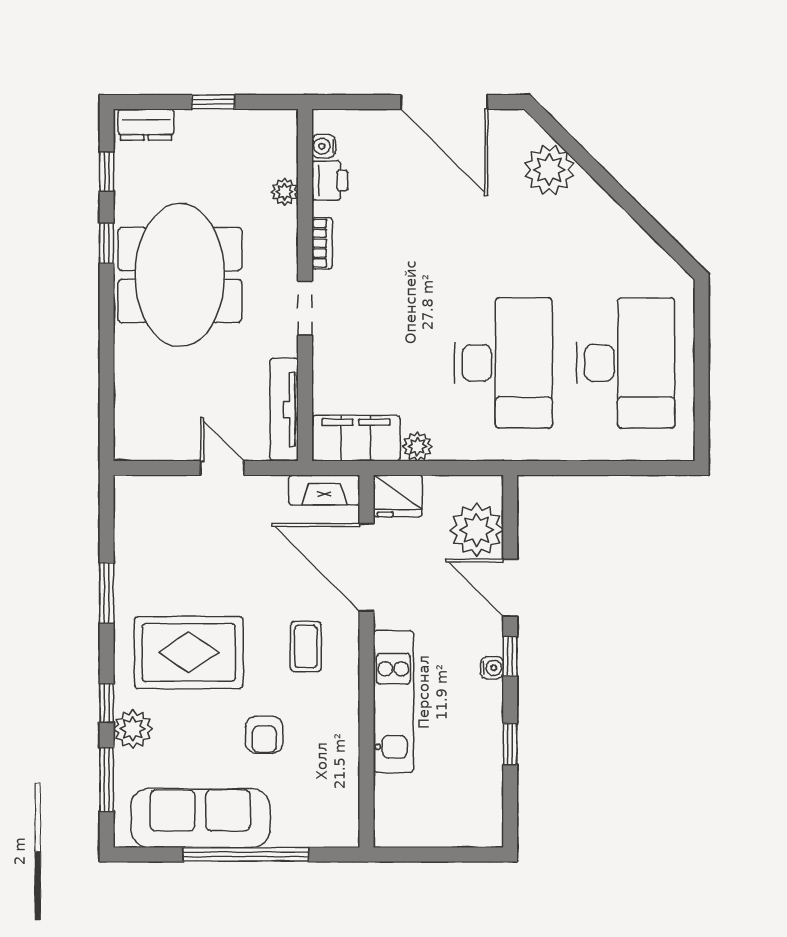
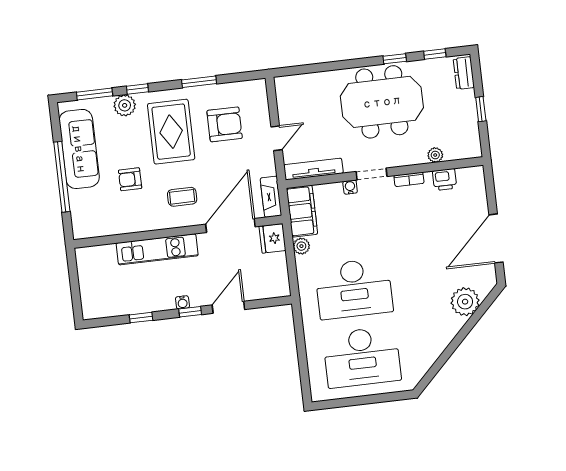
water cooler: (324, 146) -> (350, 187), moved
plant: (477, 530) -> (259, 285), removed
armchair: (187, 557) -> (225, 124), added

